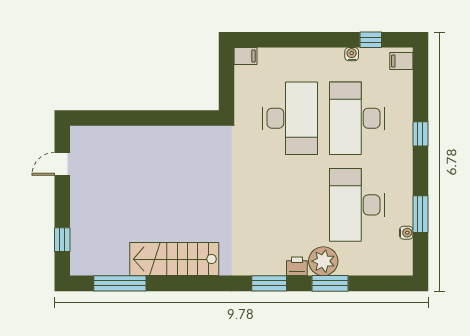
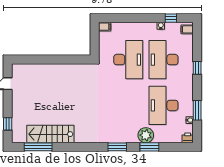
stairs: (174, 259) -> (50, 134), moved
printer: (297, 266) -> (188, 138), moved

